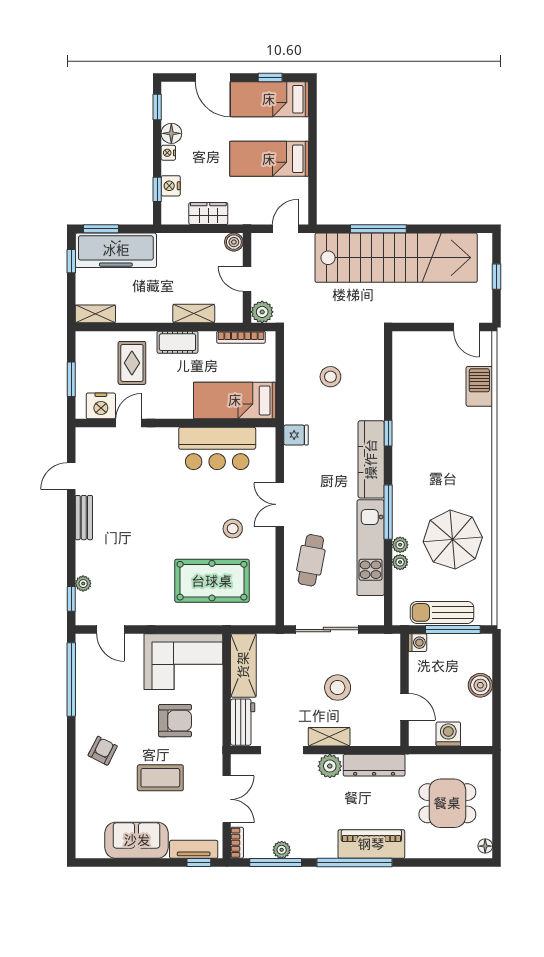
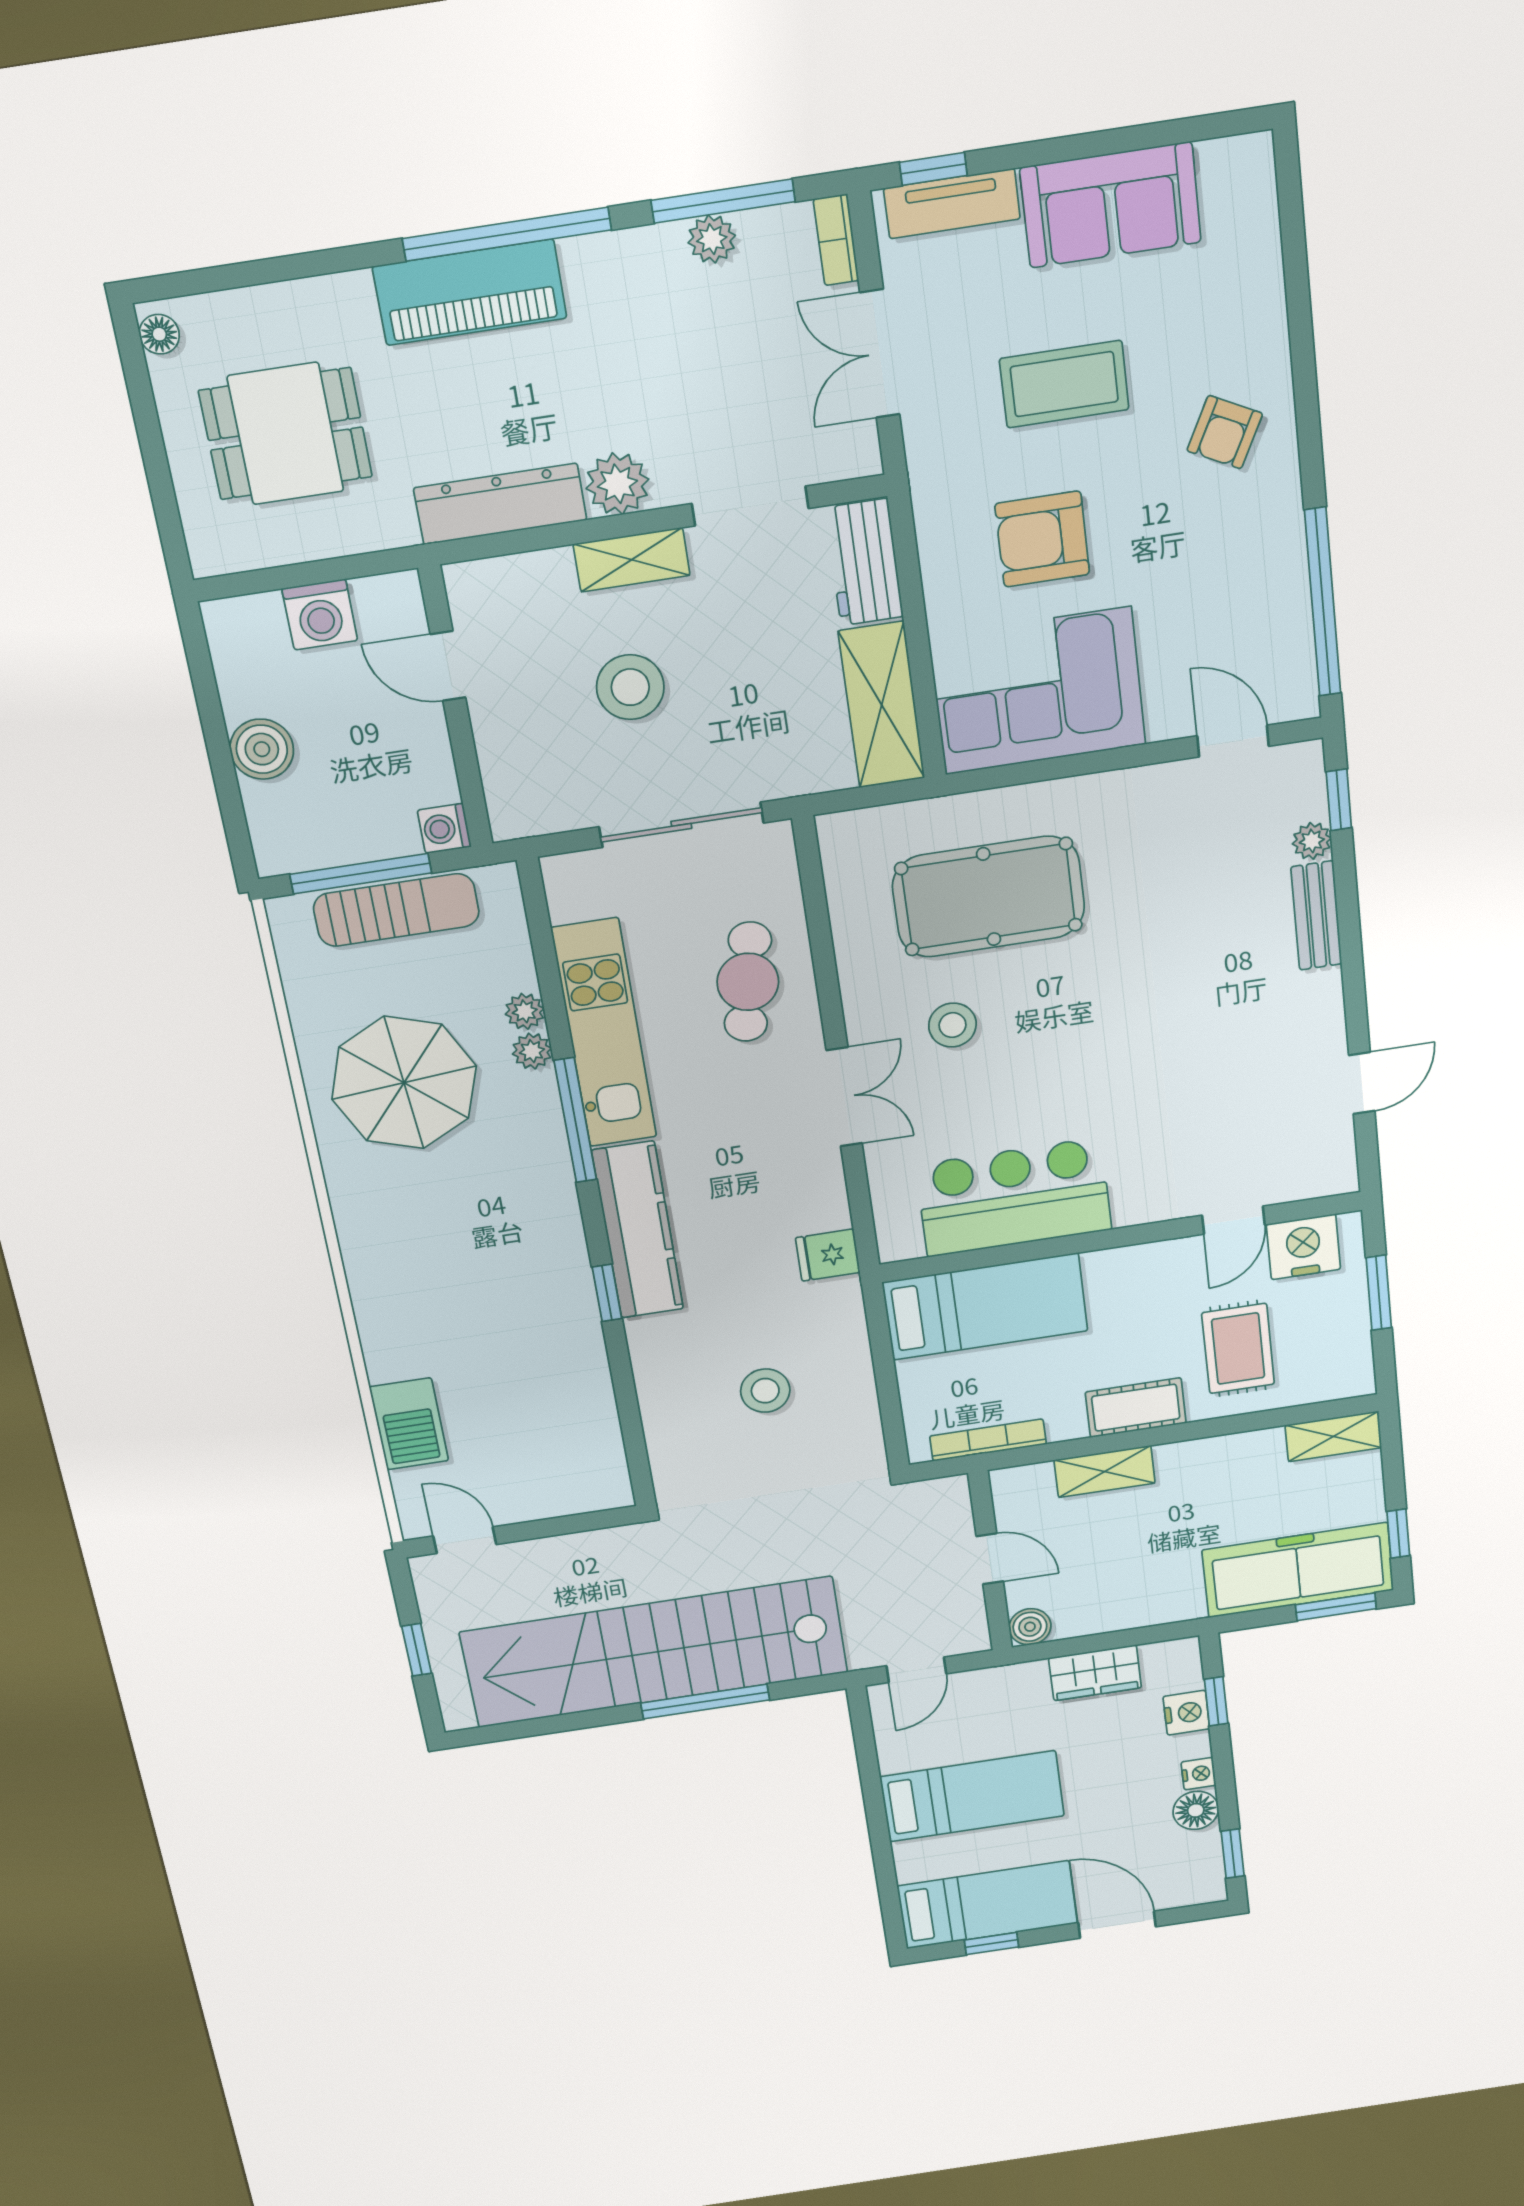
plant: (262, 312) -> (946, 1499), removed
bench: (84, 518) -> (1316, 916), moved

